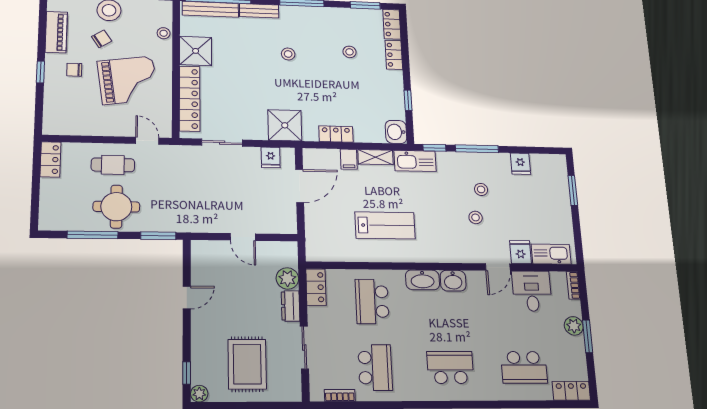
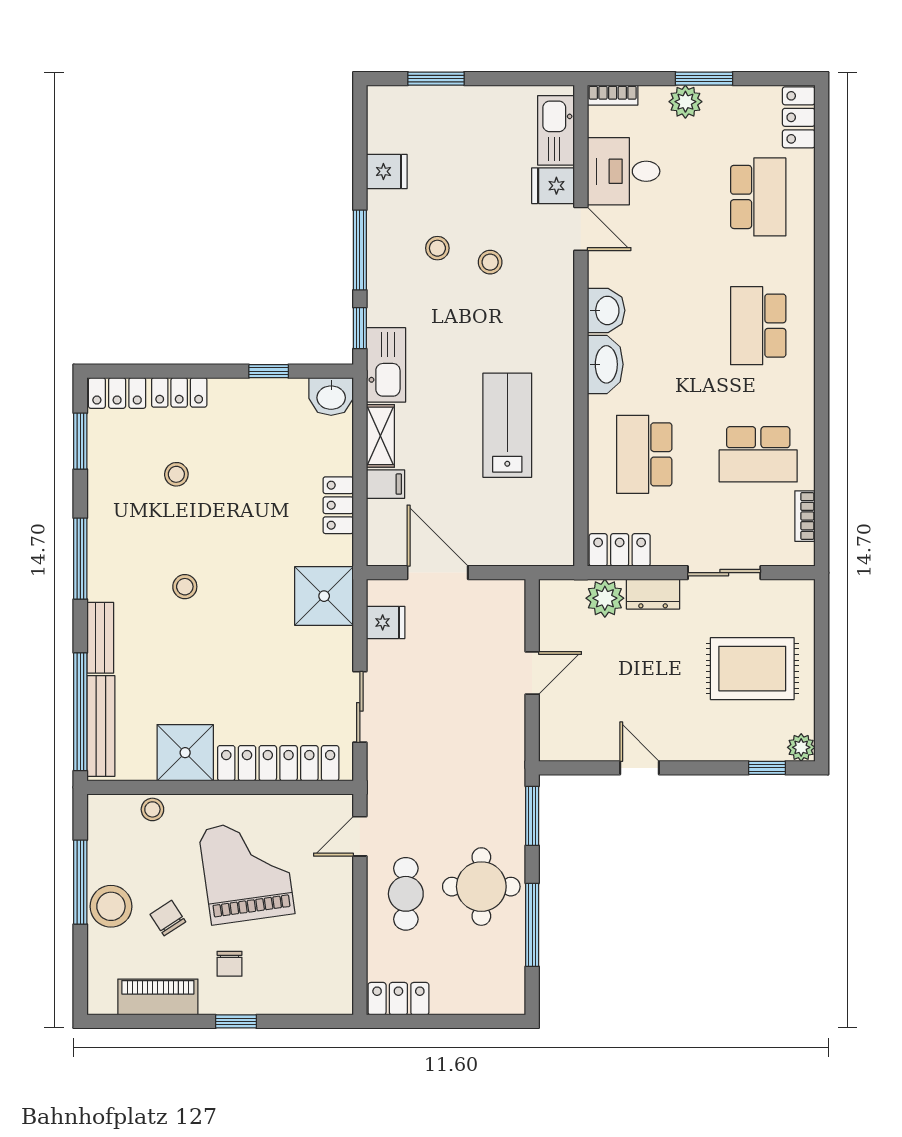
school desk: (372, 301) -> (644, 454), turned 90
school desk: (375, 368) -> (758, 454), turned 180

